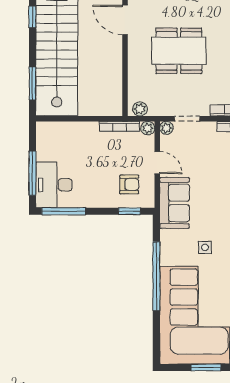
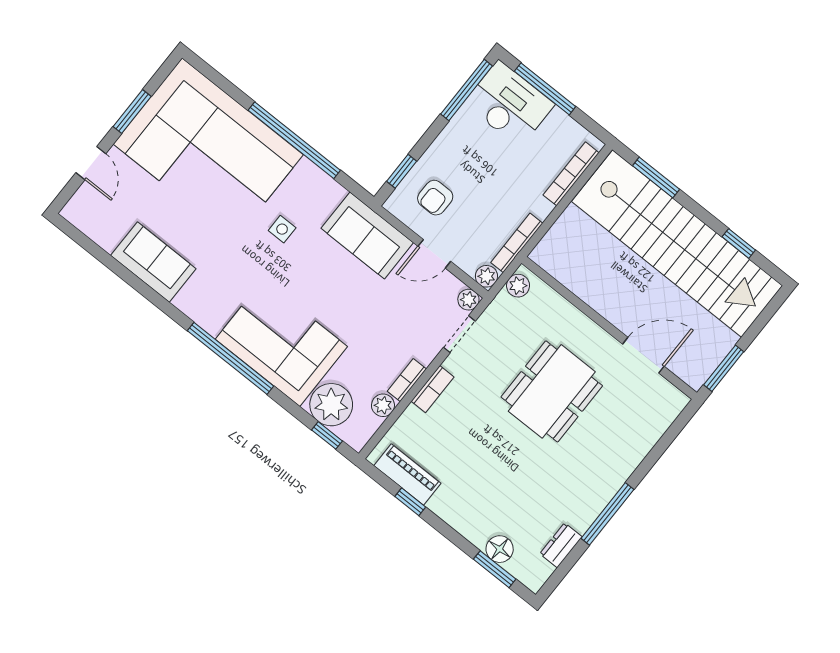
bookcase: (64, 127) -> (571, 174), added

